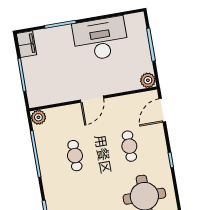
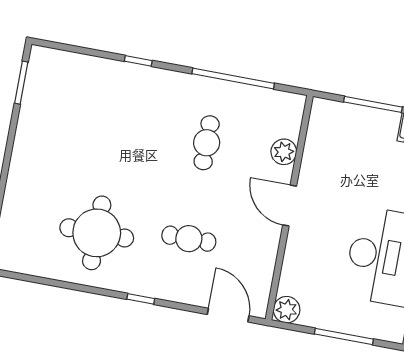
plant: (38, 117) -> (284, 152), moved
cafe table: (75, 156) -> (207, 143), turned 90

